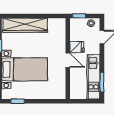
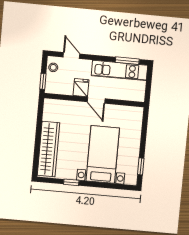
door: (68, 60) -> (96, 100), swing flipped

